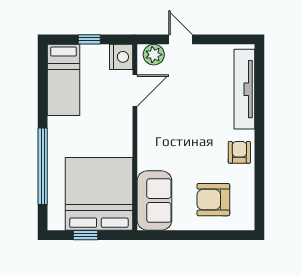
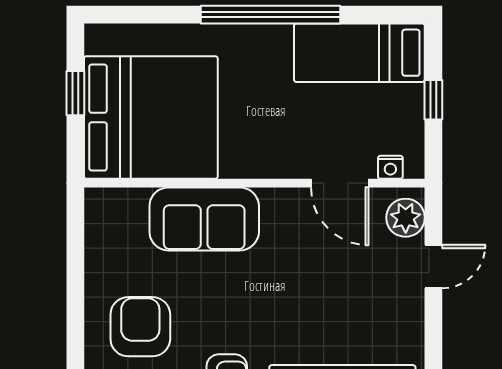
nightstand: (121, 57) -> (390, 167), width x0.53, depth x0.56
window: (43, 166) -> (271, 15), moved
sofa: (154, 200) -> (204, 219), moved

